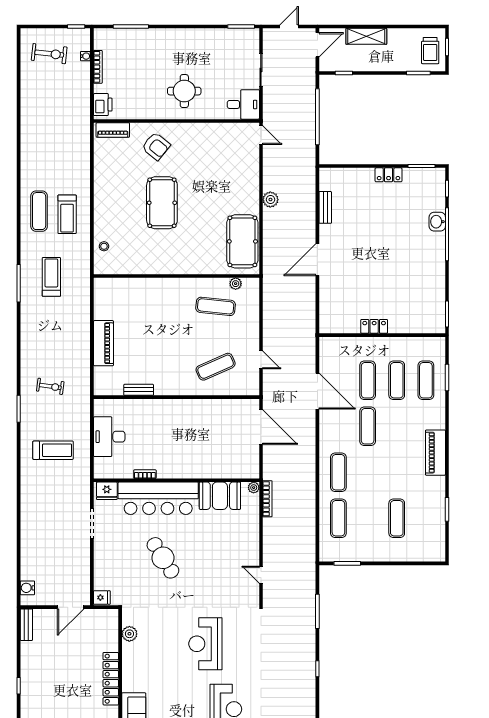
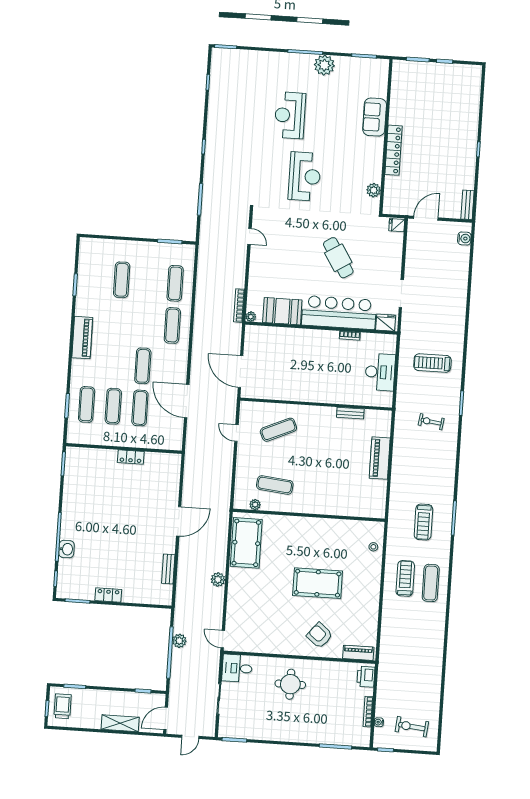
plant: (308, 130) -> (179, 641), added
pool table: (162, 203) -> (318, 583), turned 90

